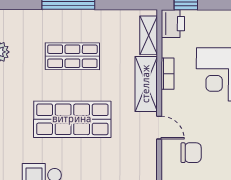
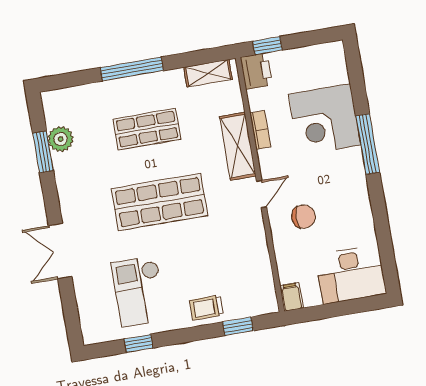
shelving: (149, 35) -> (208, 73), moved, turned 90
door: (159, 128) -> (262, 194), hinge flipped

